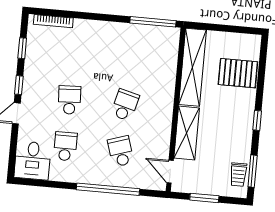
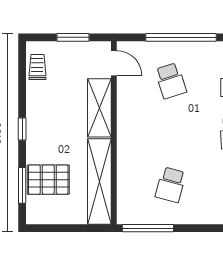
school desk: (125, 105) -> (171, 185), moved
window: (253, 171) -> (22, 185), moved

